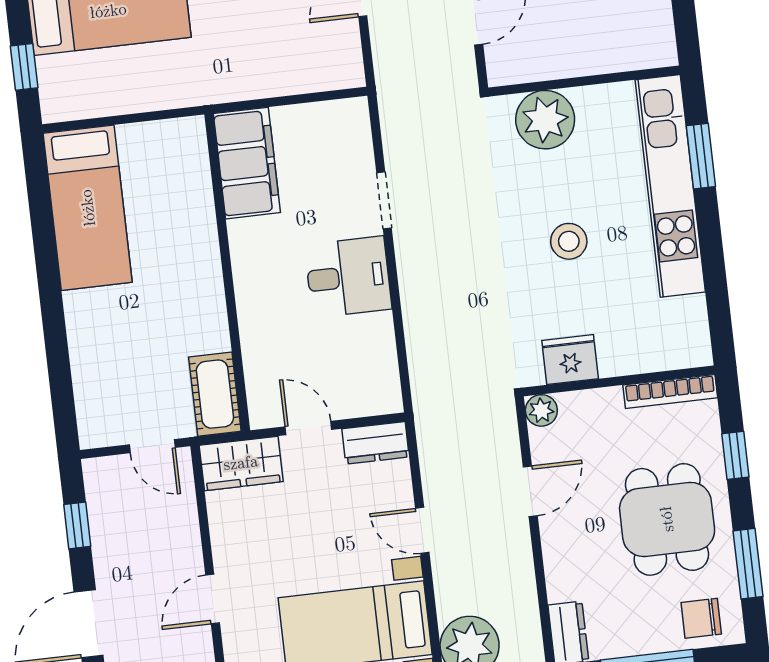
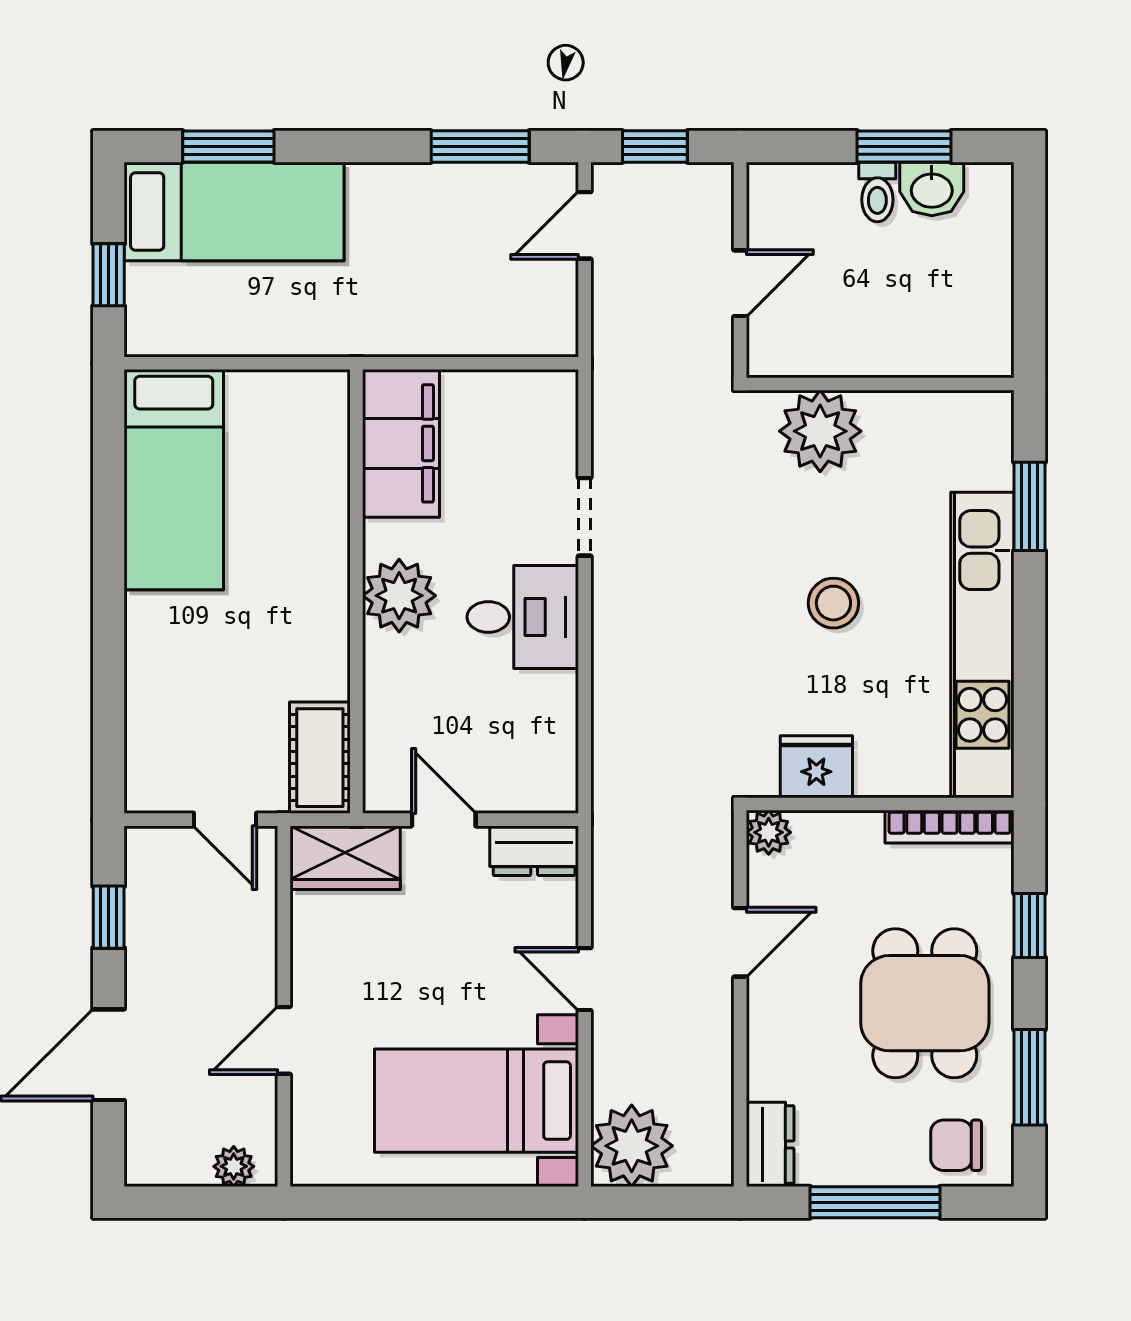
kitchen unit: (670, 186) -> (982, 645), moved
plant: (258, 272) -> (399, 596), added

